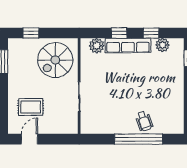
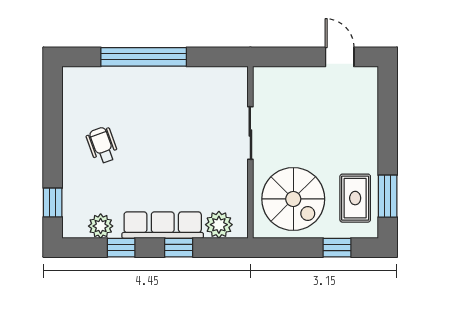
spiral stairs: (55, 60) -> (293, 199), turned 90
rug: (31, 107) -> (355, 198), moved, turned 90
wheelchair: (144, 121) -> (102, 145), moved
door: (30, 139) -> (340, 57), swing flipped

